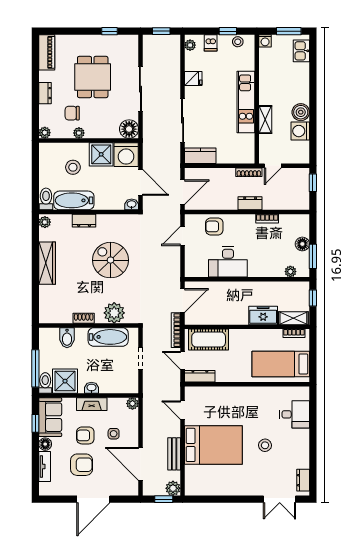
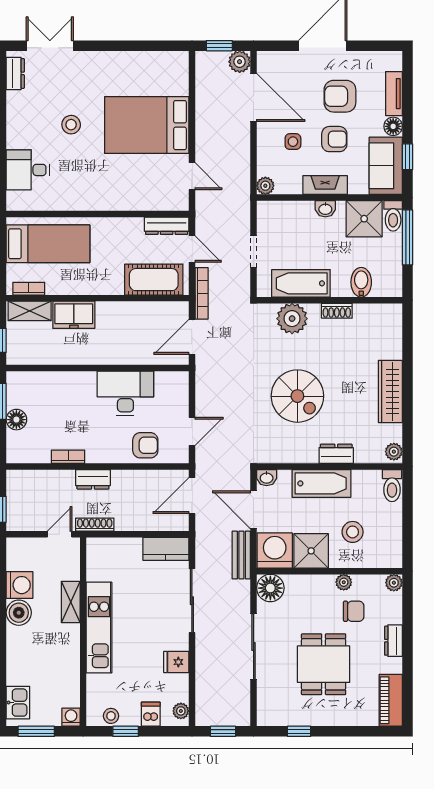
bathtub: (74, 200) -> (321, 483), moved
plant: (290, 272) -> (34, 379), removed
bench: (174, 454) -> (241, 555), moved
plant: (173, 488) -> (240, 62), moved

